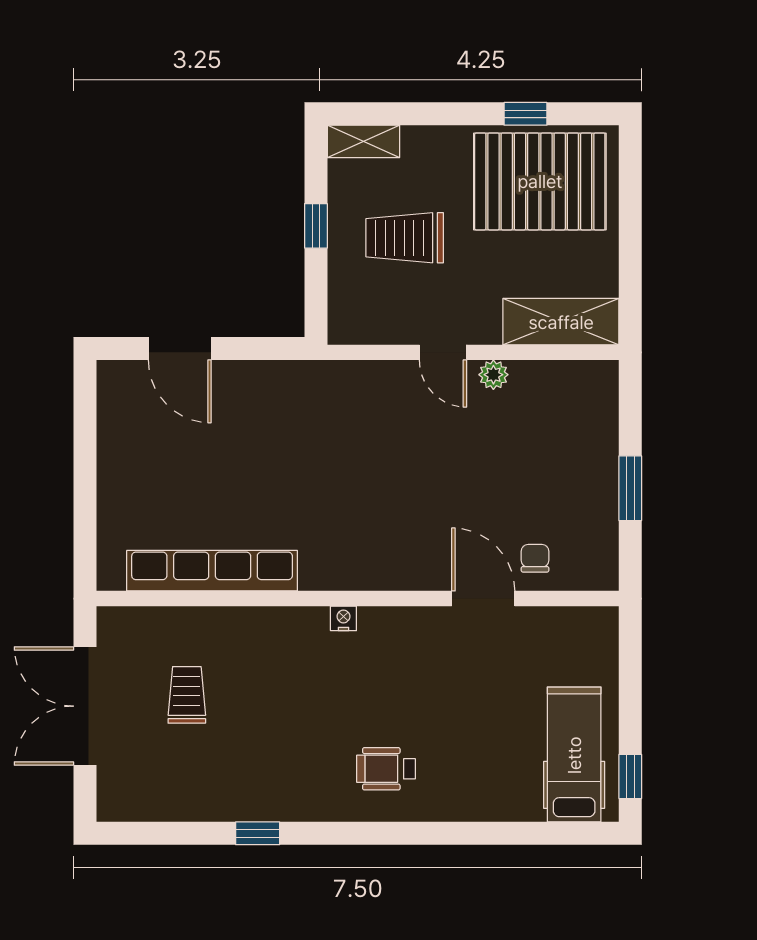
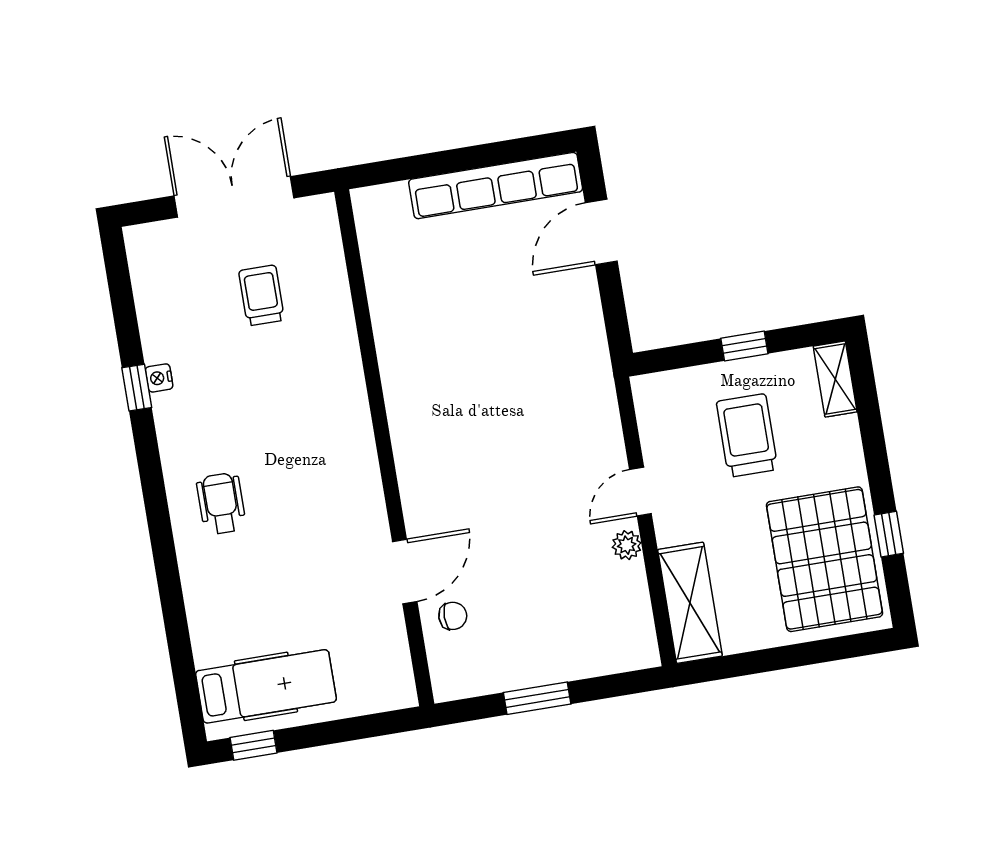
row of seats: (212, 571) -> (496, 186), moved, turned 90
nightstand: (343, 618) -> (159, 378), moved, turned 180
trolley: (187, 695) -> (262, 295), turned -90

